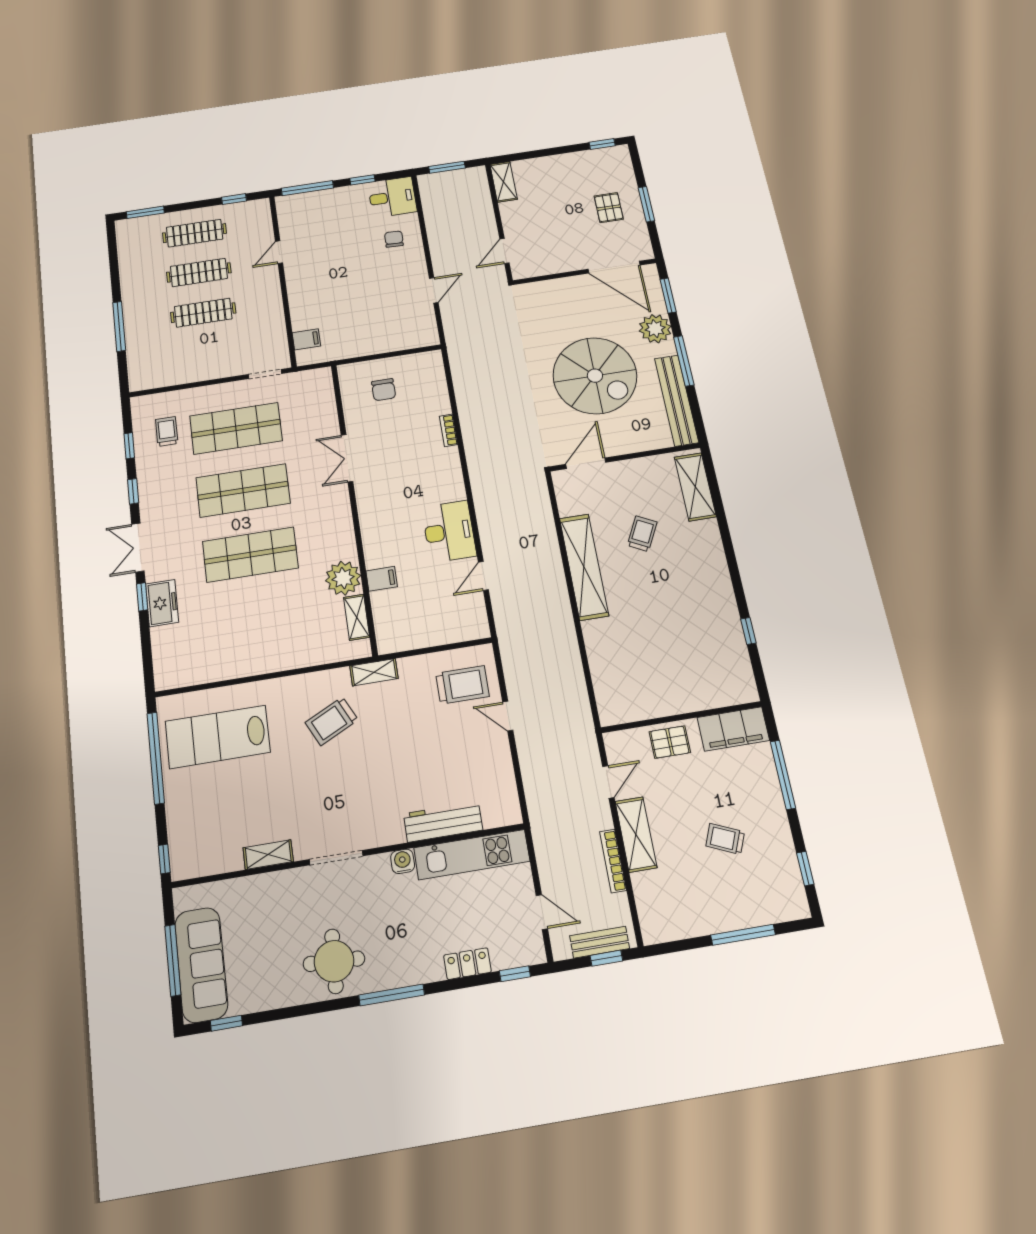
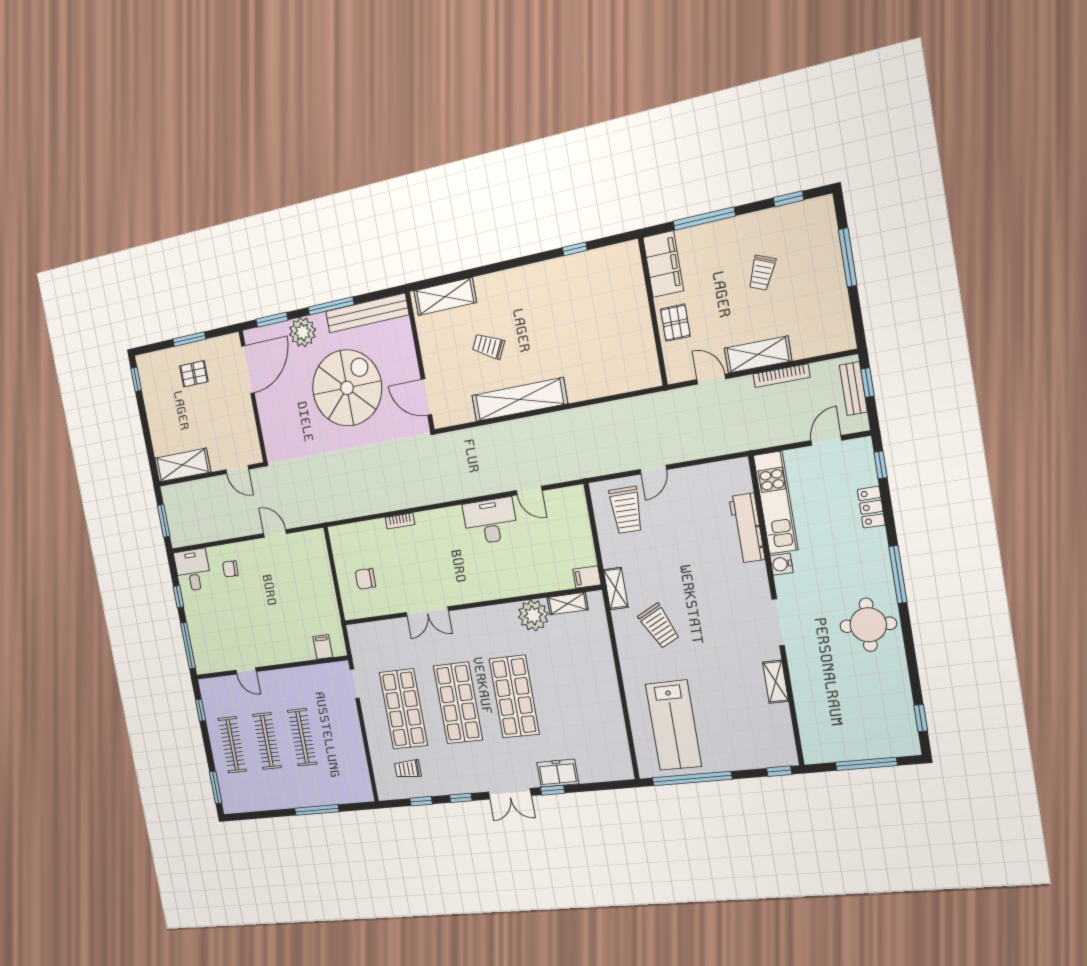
shelving: (504, 182) -> (183, 465), width x1.50, depth x1.33
chair: (384, 390) -> (365, 579), turned 180
filing cabinet: (382, 579) -> (587, 577), moved, turned -90
trolley: (462, 685) -> (626, 510), turned 180
sofa: (201, 965) -> (870, 740), removed

